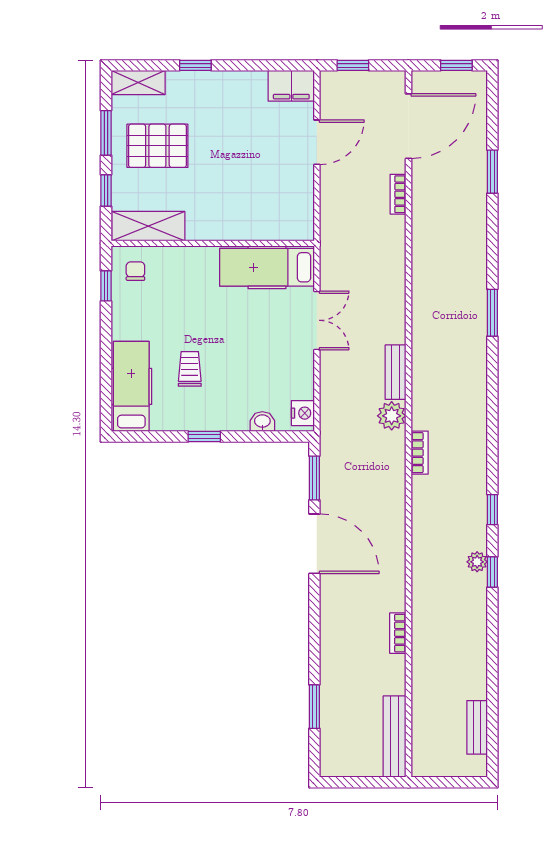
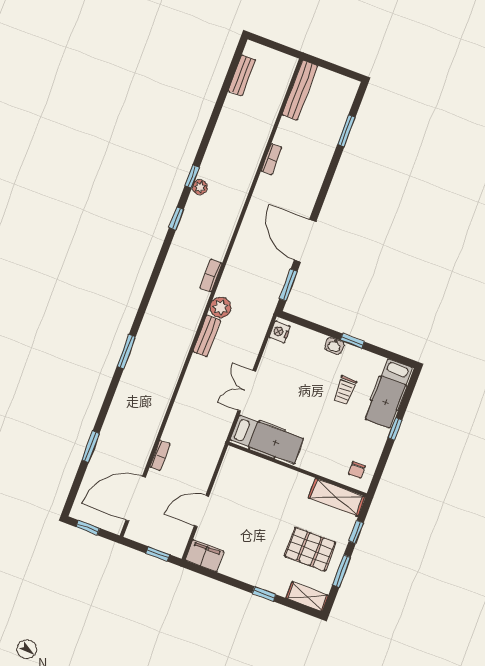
window: (106, 286) -> (395, 429), moved
washbasin: (262, 422) -> (334, 346), moved

